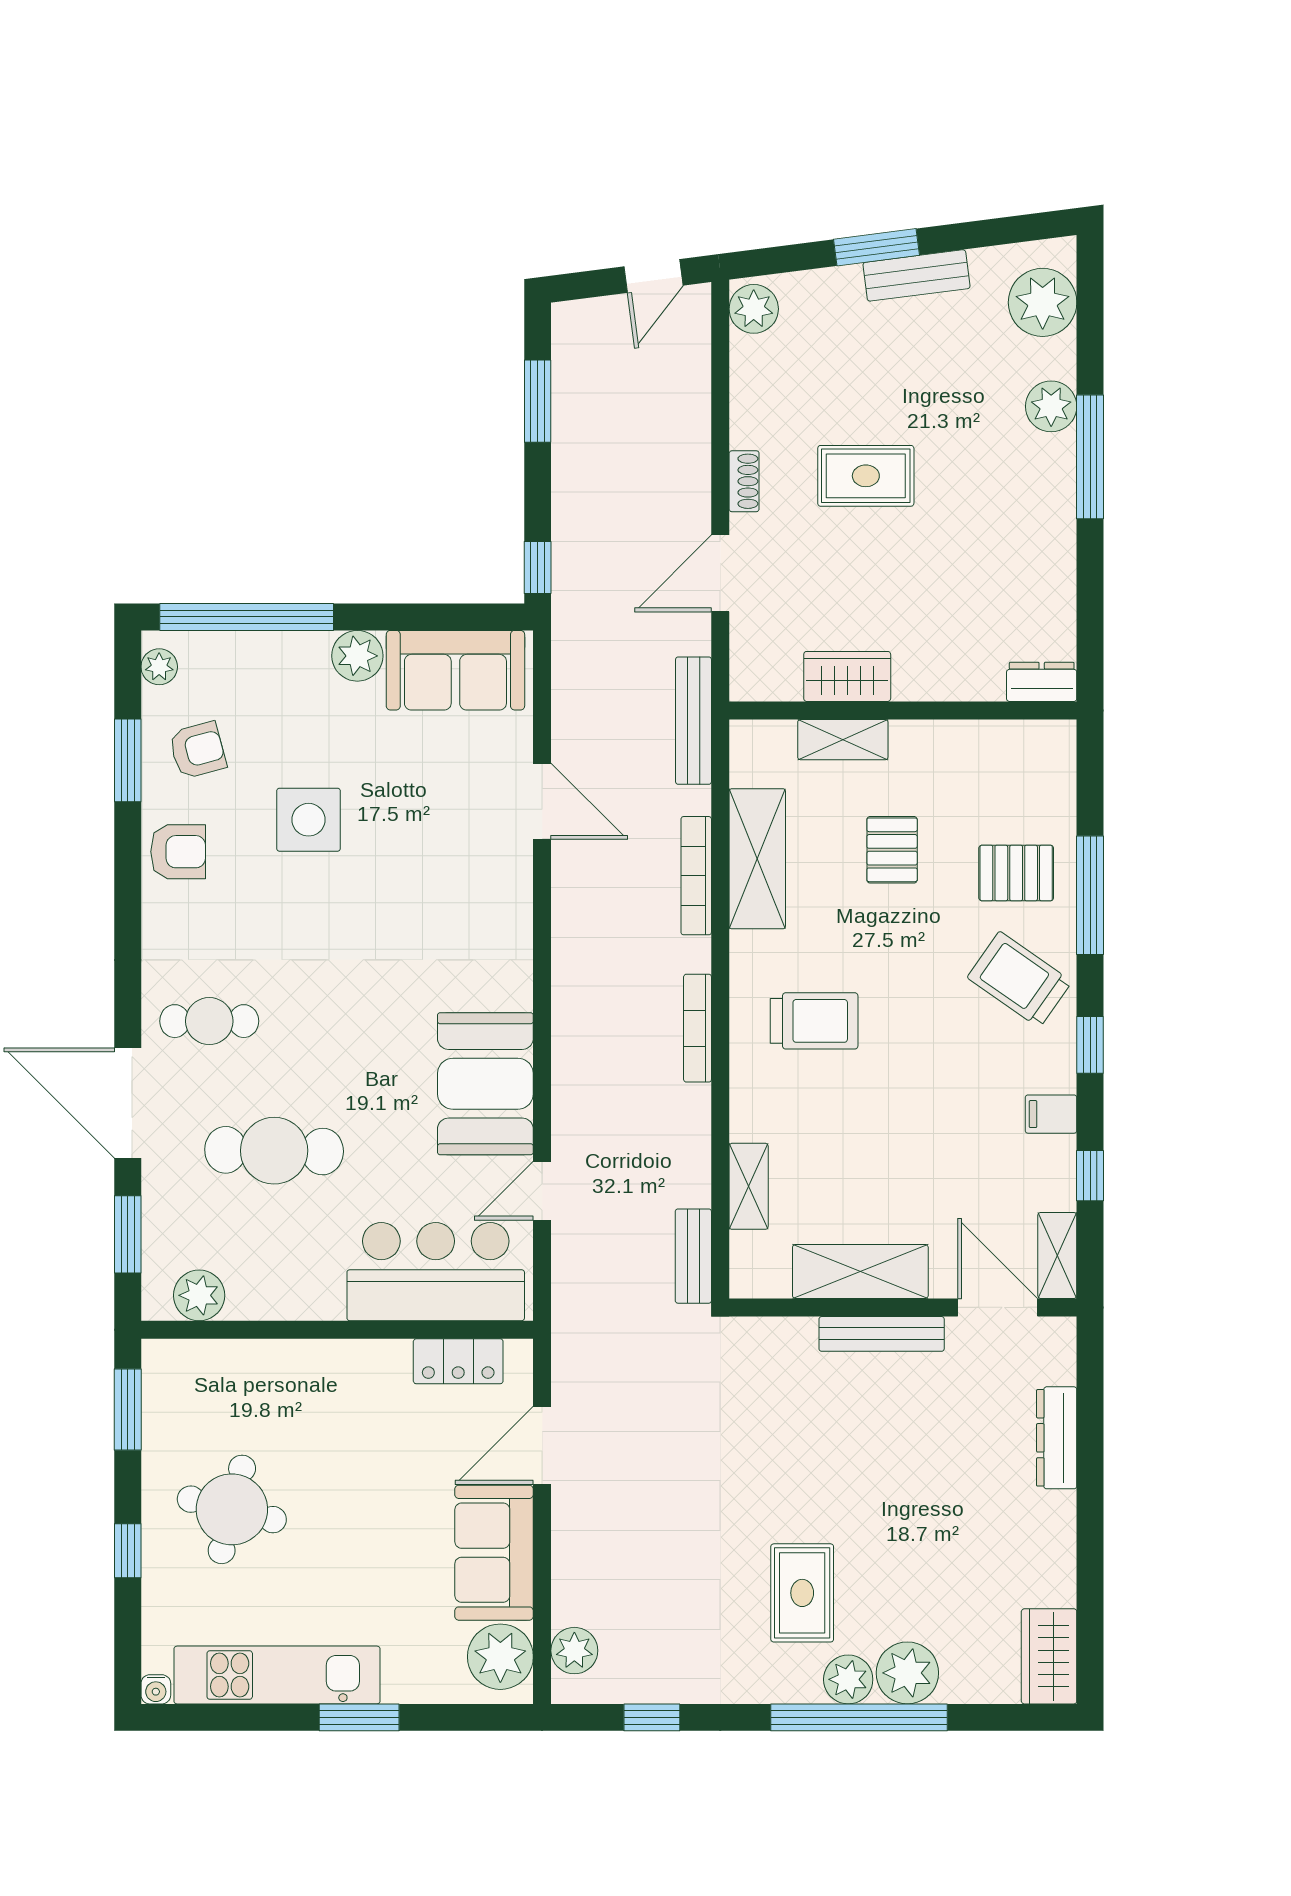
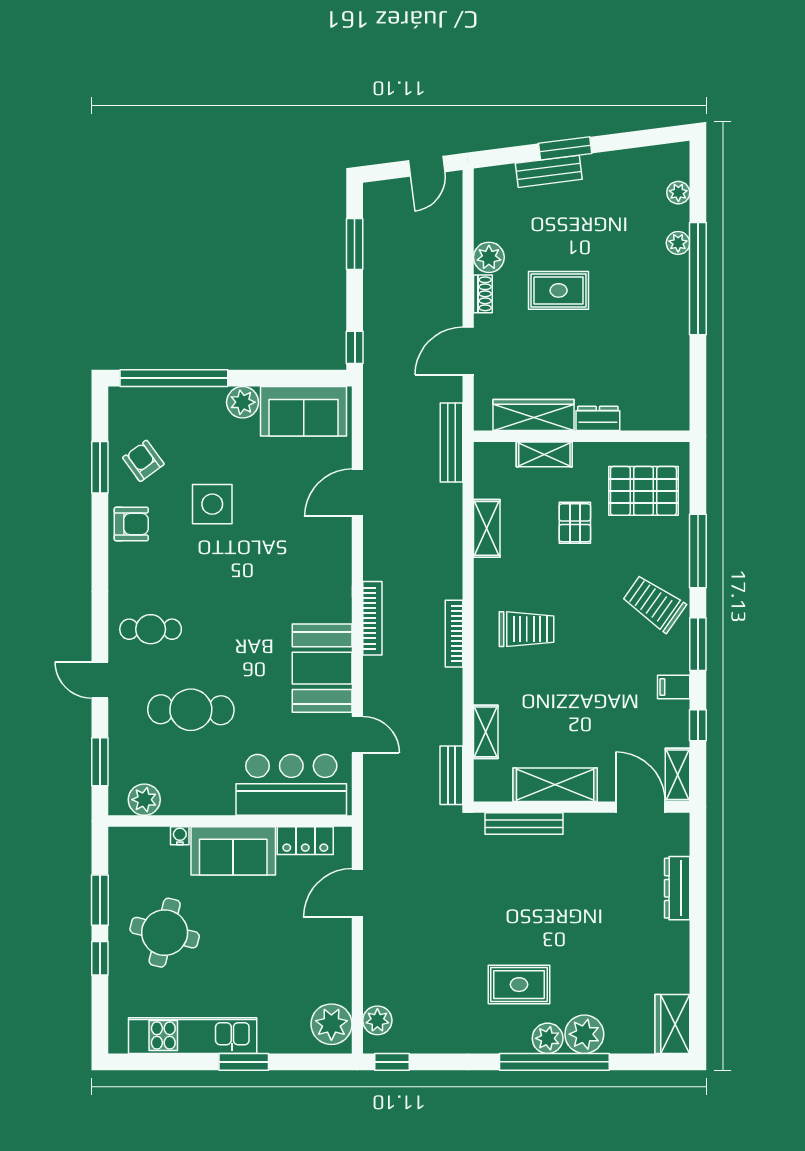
bench: (917, 275) -> (549, 171), moved
plant: (1043, 302) -> (678, 193), width x0.53, depth x0.53
plant: (754, 309) -> (489, 257), moved
plant: (1051, 406) -> (678, 243), width x0.73, depth x0.73
window: (1090, 457) -> (698, 279), width x1.46
plant: (159, 667) -> (119, 409), removed
wardrobe: (847, 676) -> (534, 415), width x1.50
dresser: (1042, 682) -> (598, 418), moved
armchair: (198, 750) -> (143, 461), turned -111
door: (542, 801) -> (357, 493), swing flipped
shelving: (757, 859) -> (487, 528), width x0.67, depth x0.75
pallet: (1016, 873) -> (643, 491), moved, width x1.50, depth x1.42
bookcase: (696, 876) -> (372, 618), moved, turned 180
window: (1090, 1045) -> (698, 644), width x1.50
door: (128, 1103) -> (100, 680), width x0.53
door: (542, 1191) -> (357, 735), swing flipped
bench: (882, 1334) -> (524, 824), moved
window: (128, 1409) -> (100, 900), moved
sofa: (494, 1553) -> (233, 851), moved, turned -90
rug: (802, 1593) -> (519, 985), turned 90
water cooler: (156, 1689) -> (180, 836), moved, turned 180
window: (652, 1717) -> (392, 1062), moved

